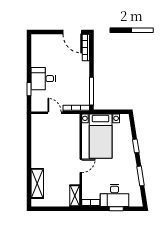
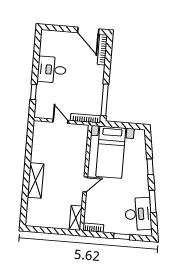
desk: (43, 79) -> (52, 70), moved
shelving: (37, 183) -> (36, 180), moved
desk: (115, 195) -> (138, 214), moved, turned -99

